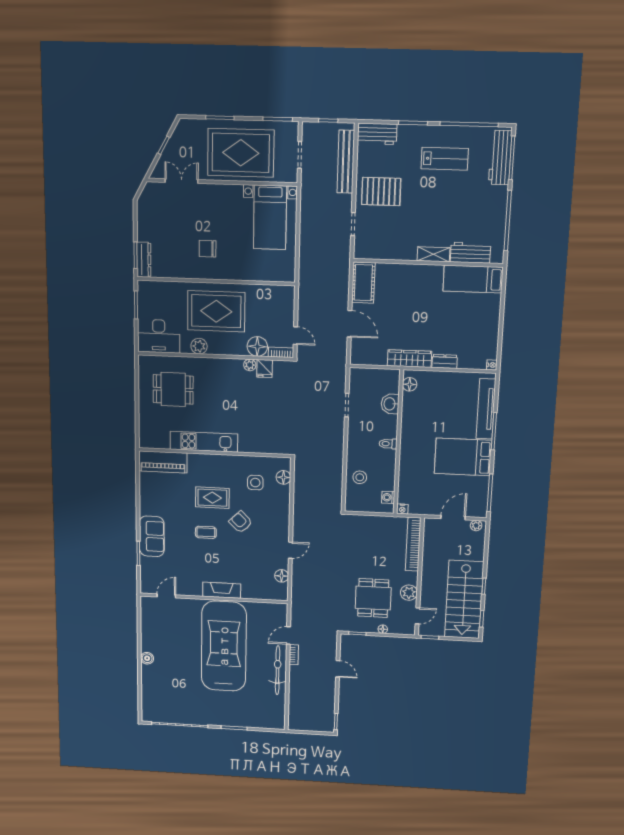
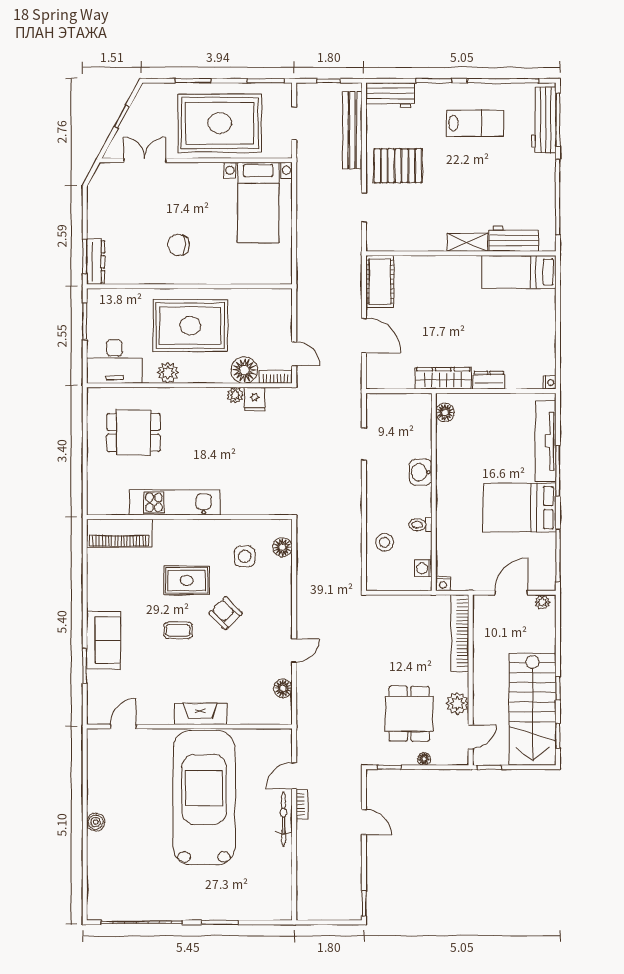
washbasin: (390, 404) -> (421, 472), moved
toilet: (388, 444) -> (420, 525), moved
bicycle: (278, 670) -> (283, 819), width x0.73, depth x0.71

